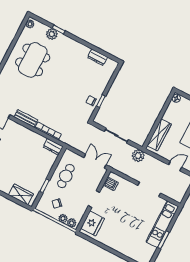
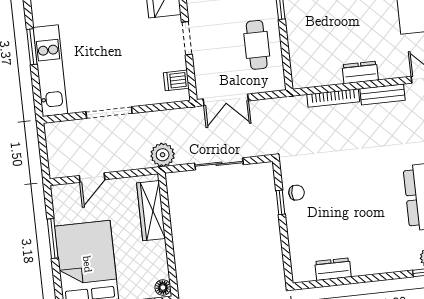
dresser: (53, 147) -> (360, 72), moved

